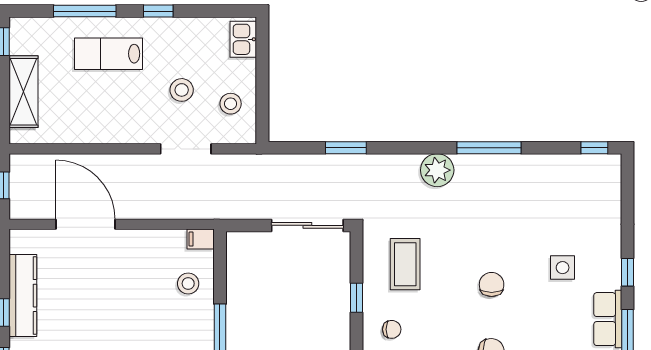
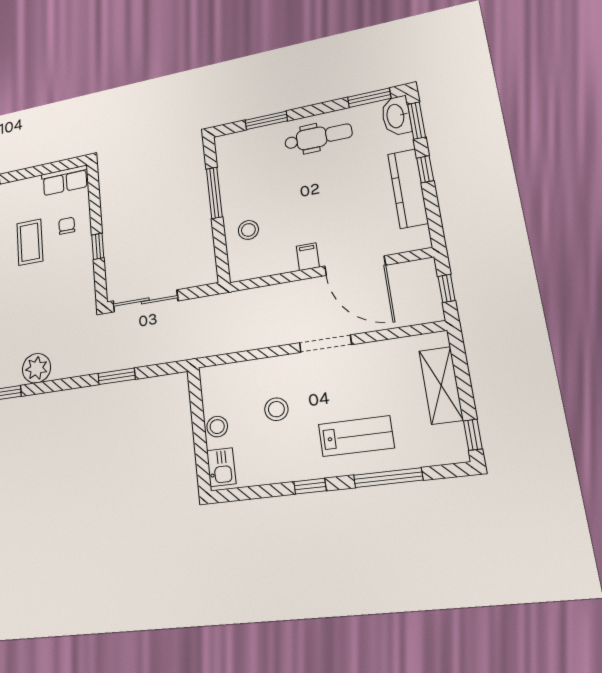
stool: (231, 104) -> (217, 427), moved
doorway: (186, 149) -> (325, 344), moved
filing cabinet: (201, 239) -> (308, 257), moved, turned -90
coffee table: (405, 264) -> (30, 242), moved
chair: (392, 329) -> (67, 226), turned 90

